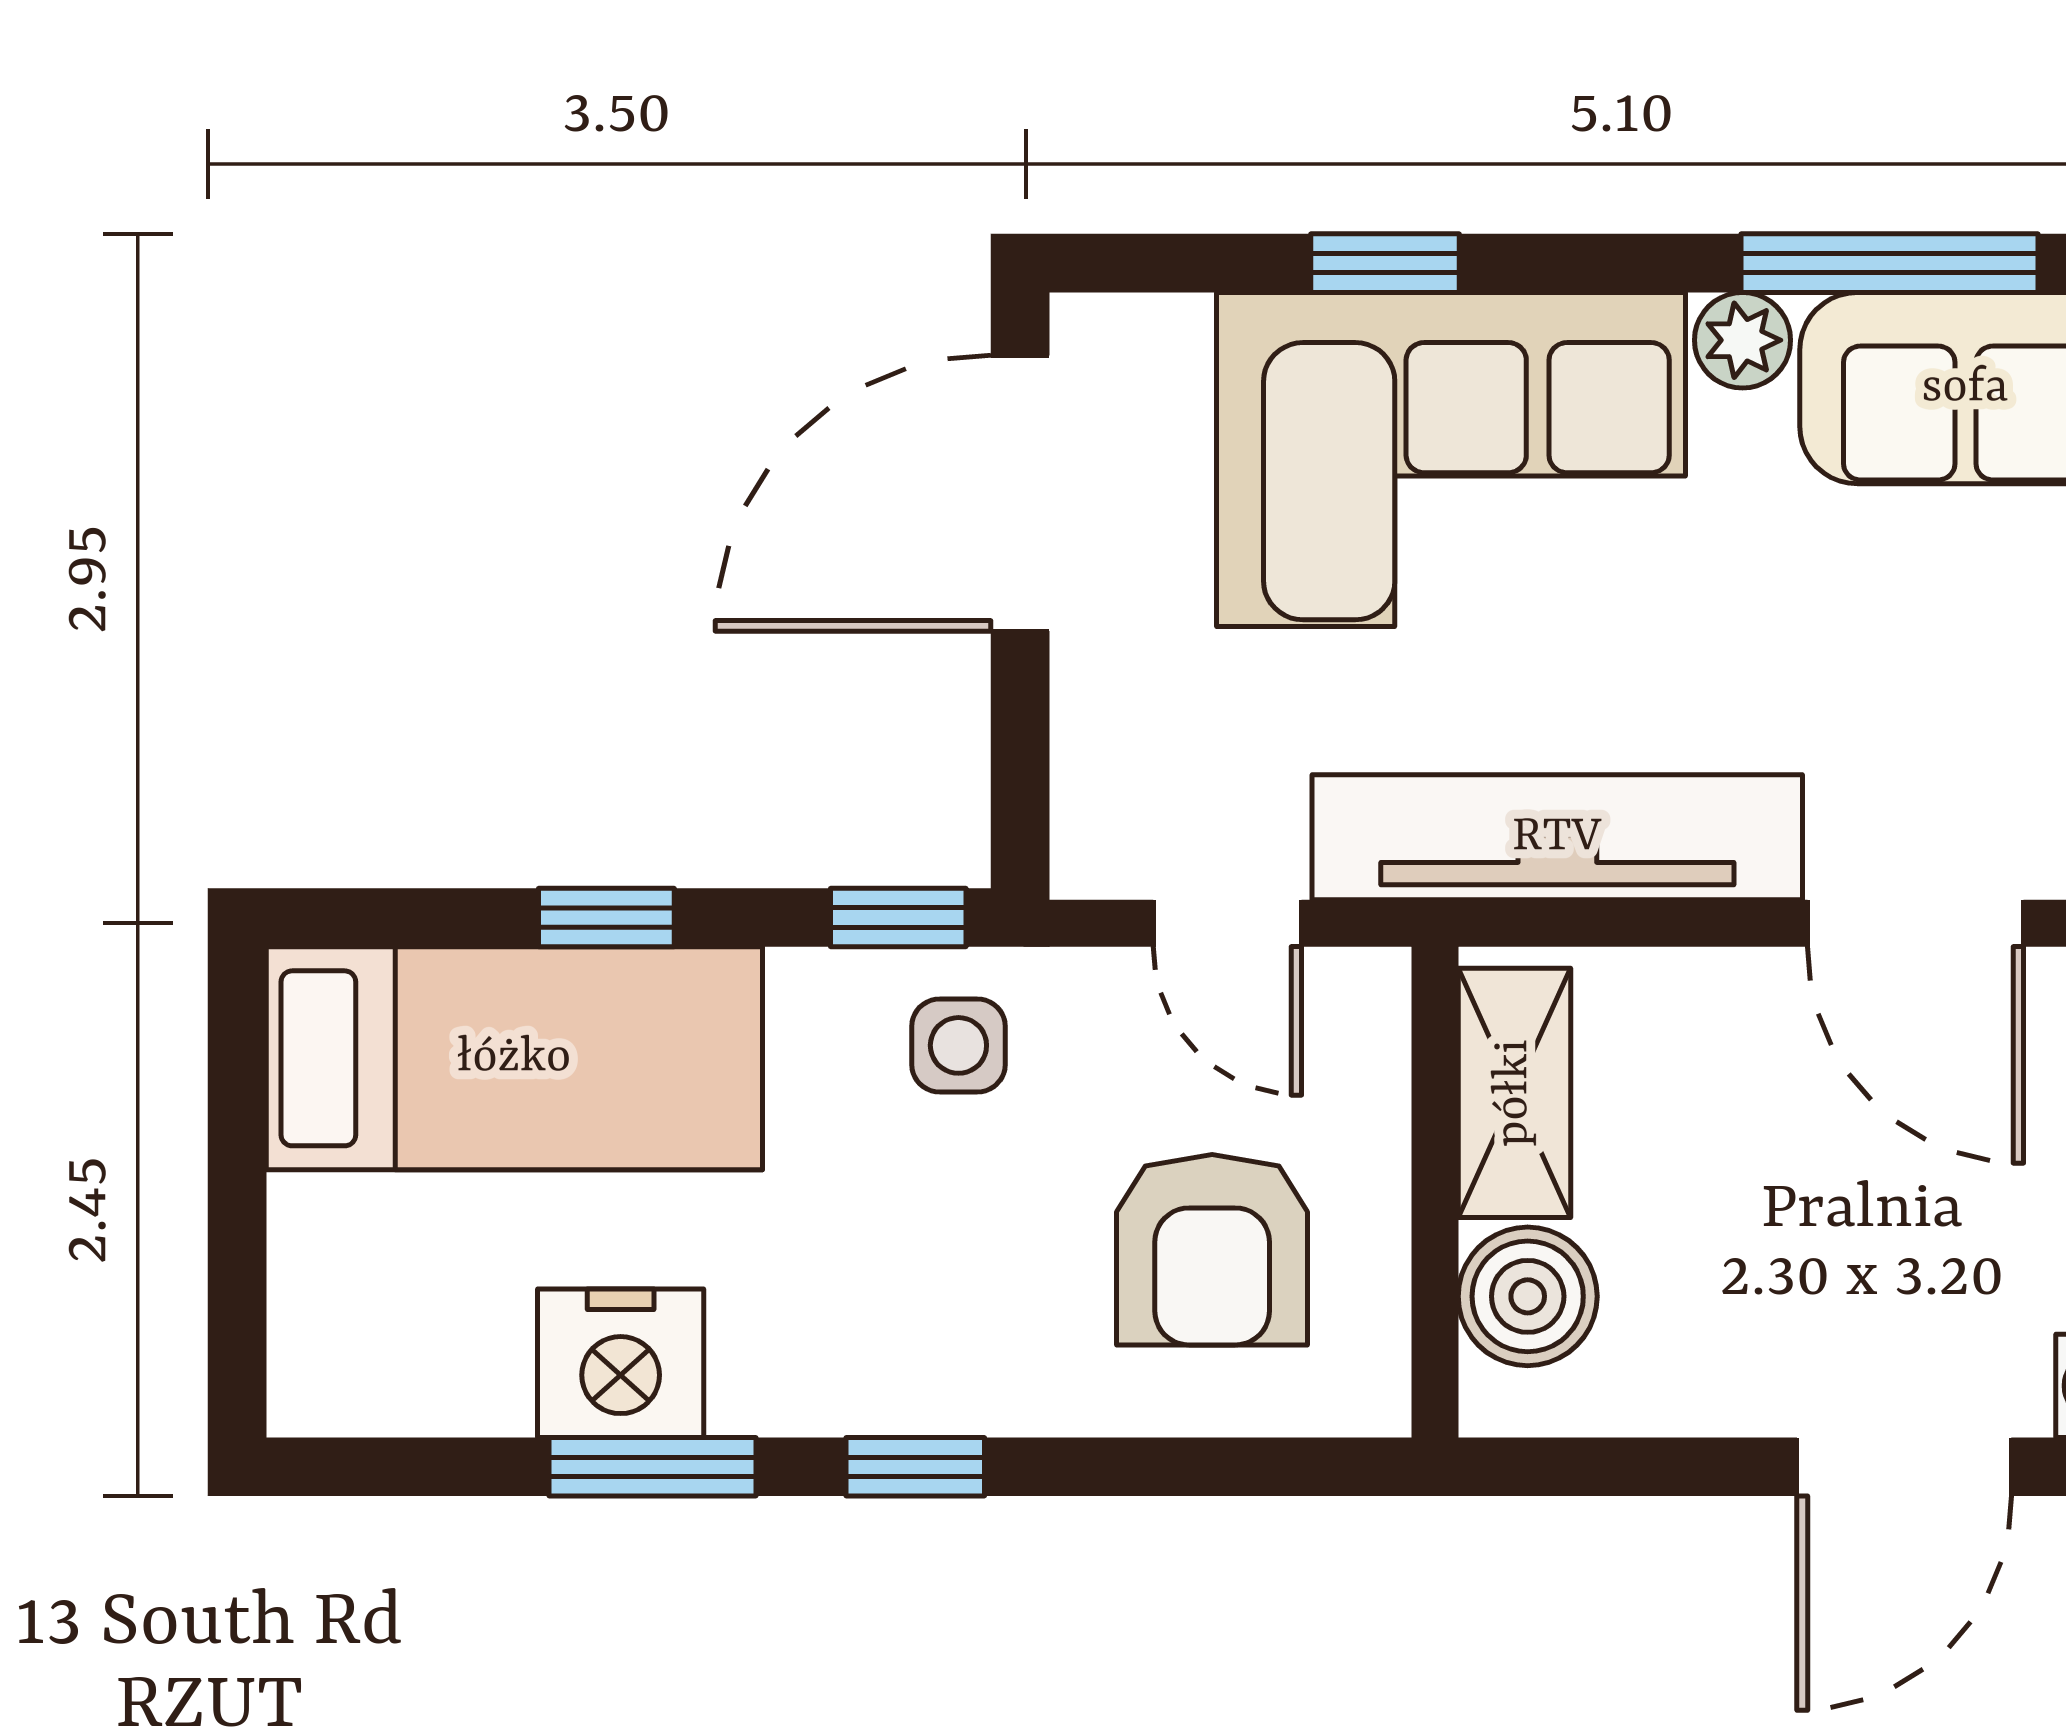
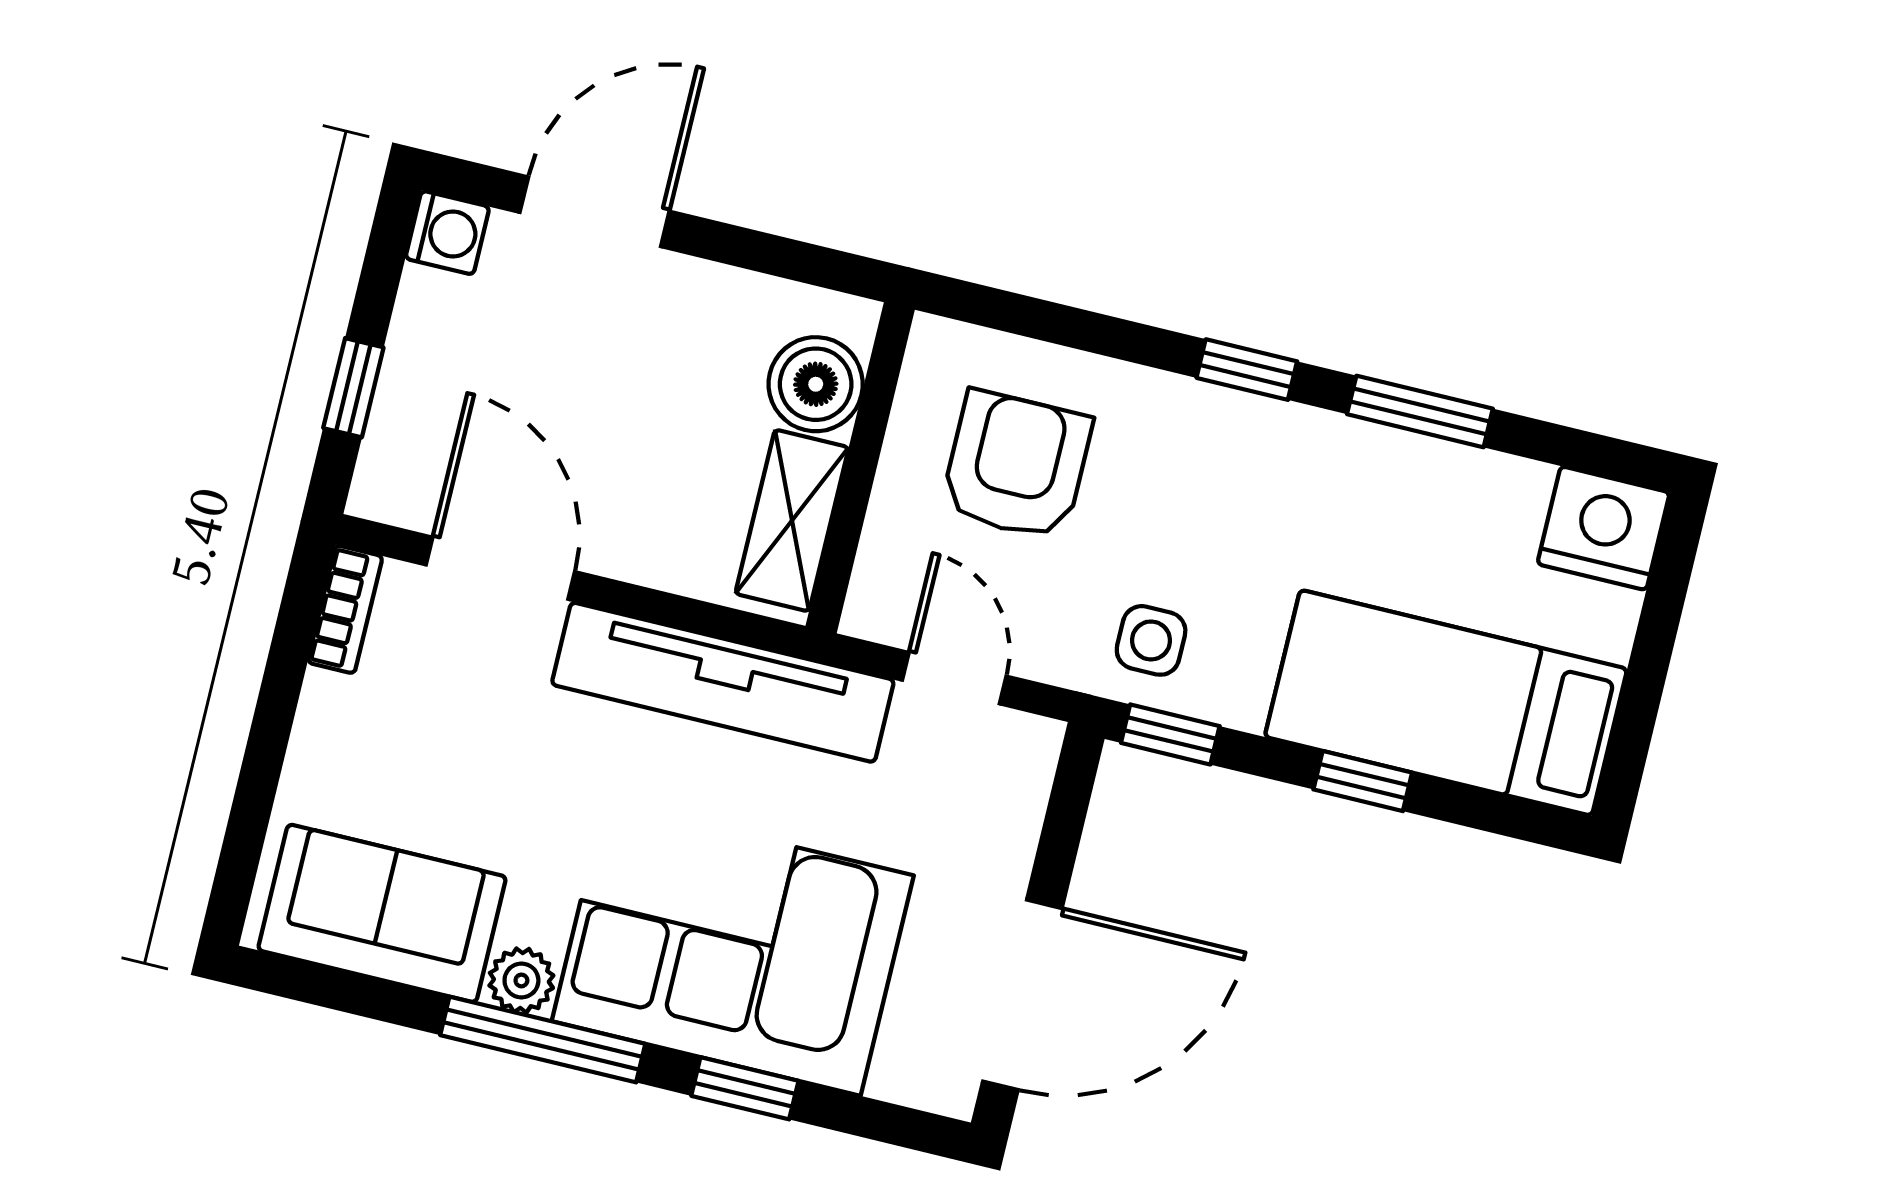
window: (1890, 263) -> (543, 1039), moved
nightstand: (621, 1363) -> (1604, 528), moved

